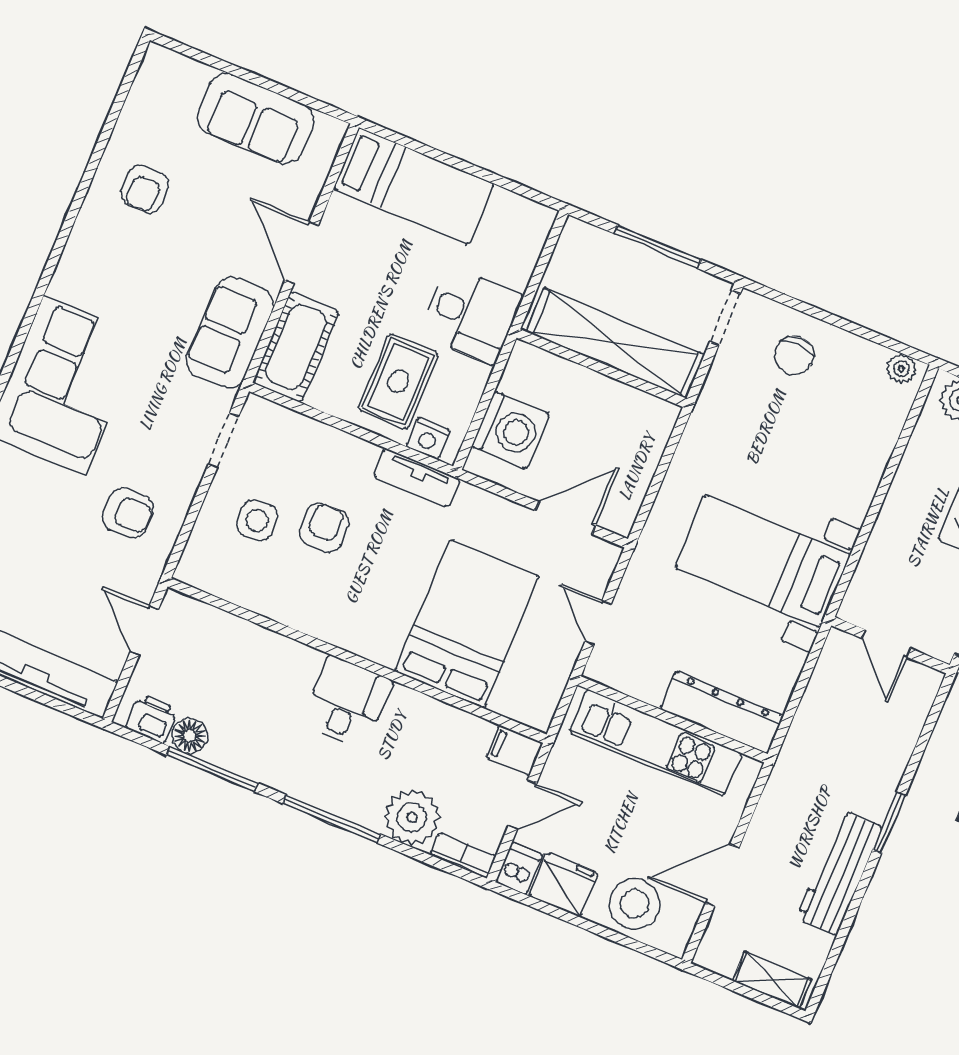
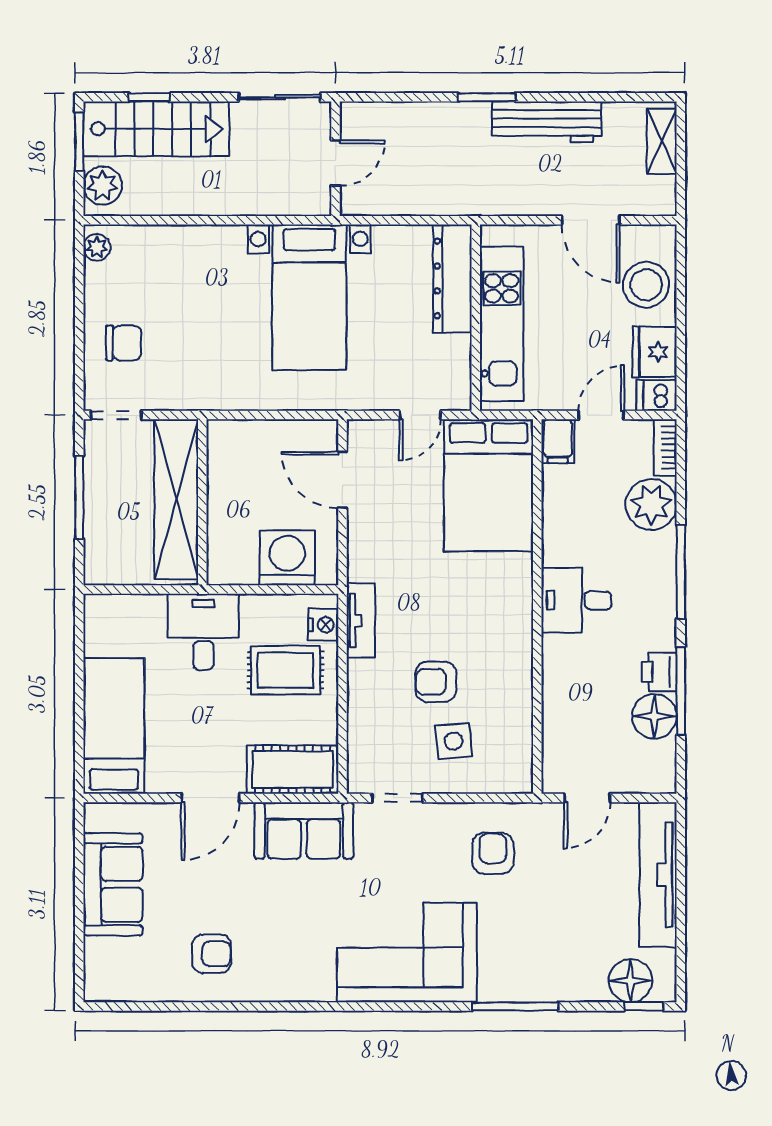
bed: (467, 624) -> (489, 485), moved, turned -90
printer: (152, 719) -> (659, 672), moved
floor lamp: (190, 736) -> (654, 716), width x1.38, depth x1.38
door: (522, 805) -> (601, 415), hinge flipped

